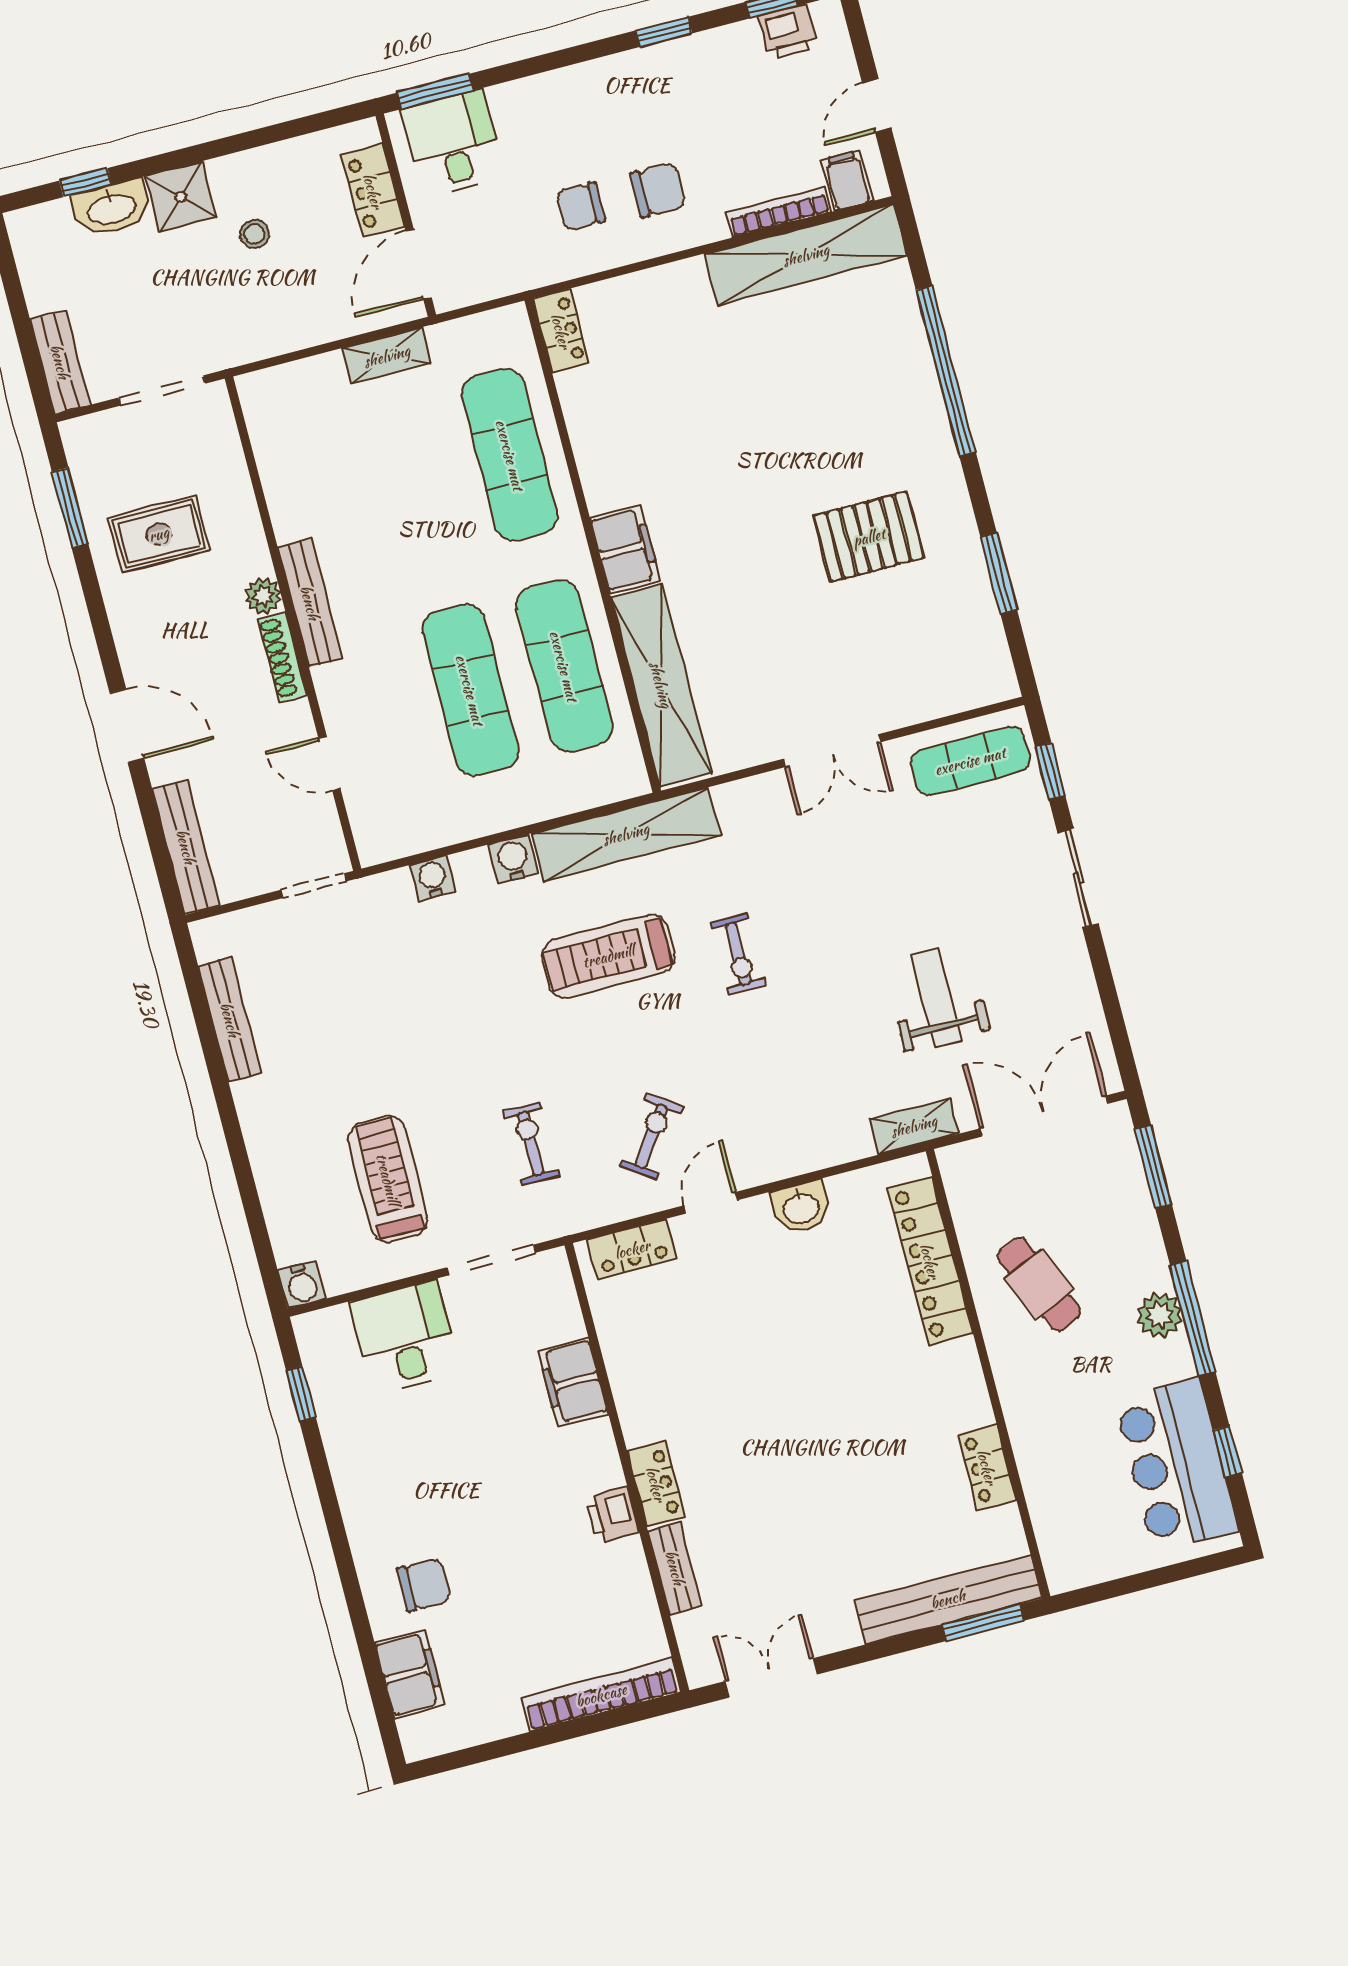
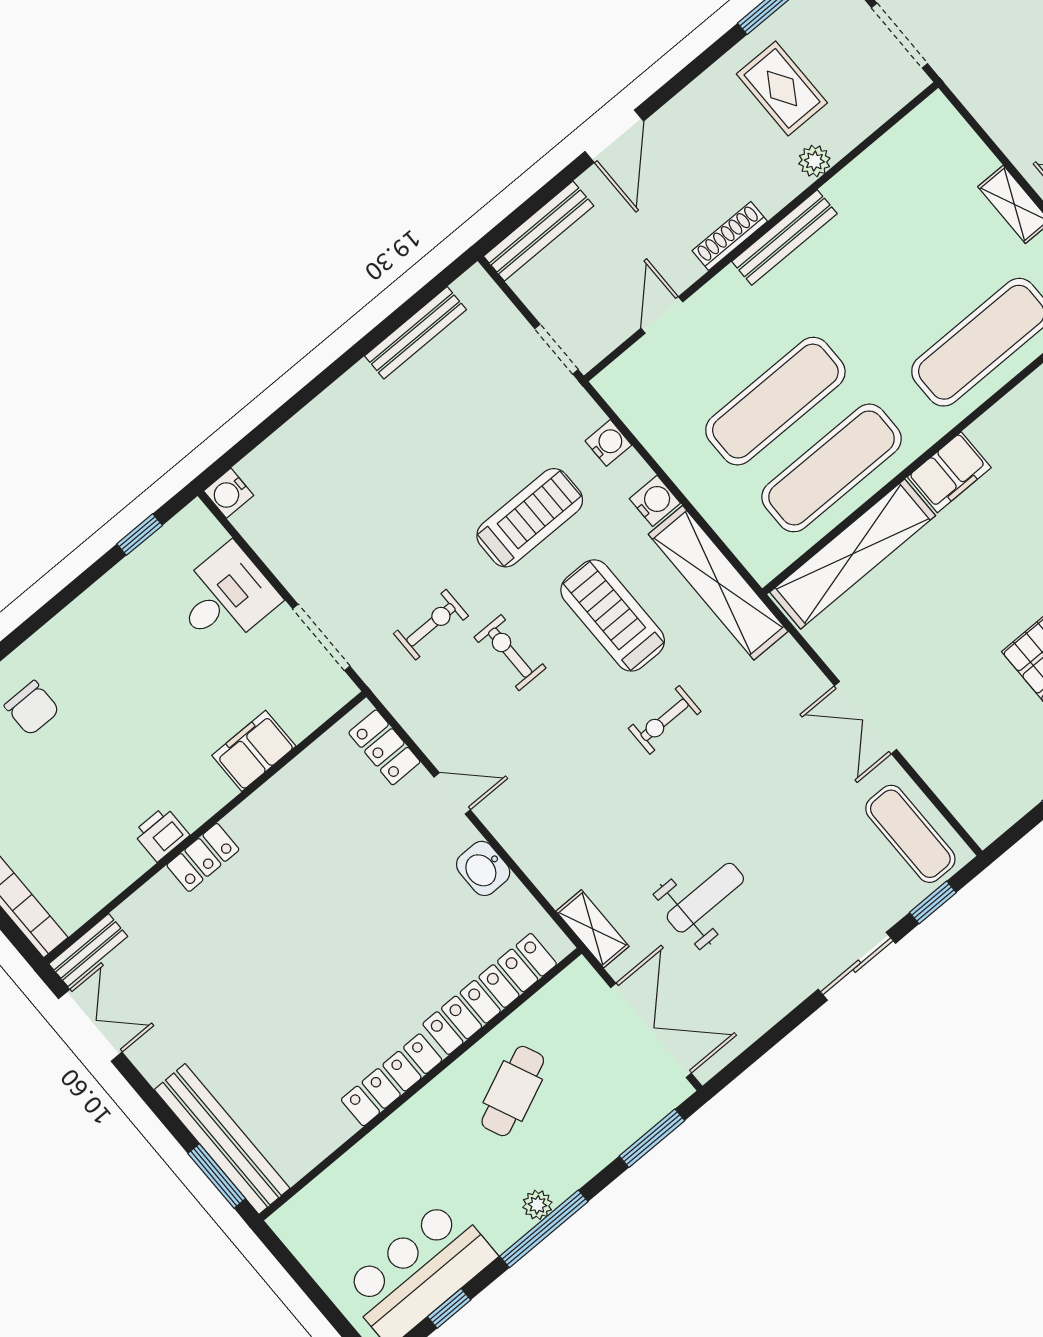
plant: (263, 596) -> (814, 161), moved
exercise bike: (652, 1136) -> (510, 653), moved, turned -125
treadmill: (388, 1179) -> (530, 518), moved
plant: (1159, 1315) -> (537, 1205), width x0.73, depth x0.73
locker: (987, 1467) -> (392, 1080), moved, width x1.53
bench: (675, 1568) -> (88, 950), moved

